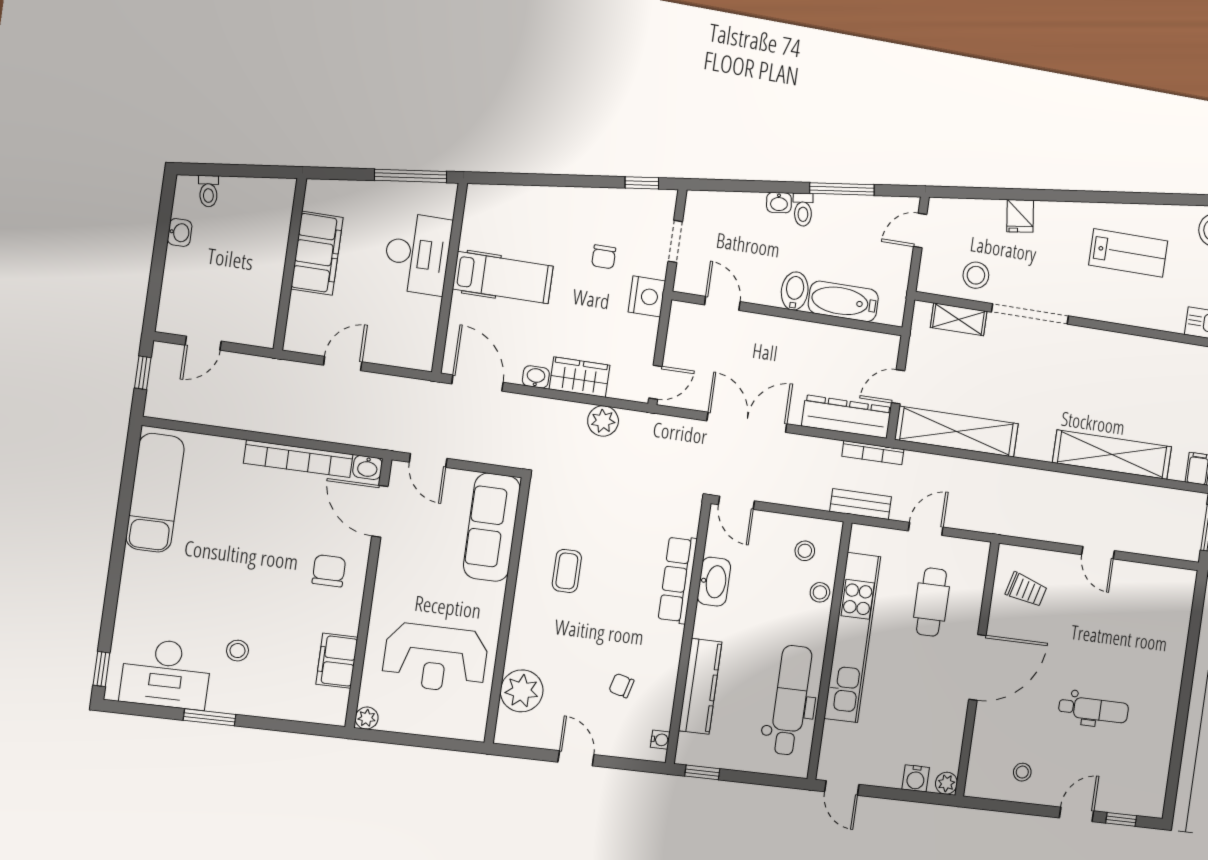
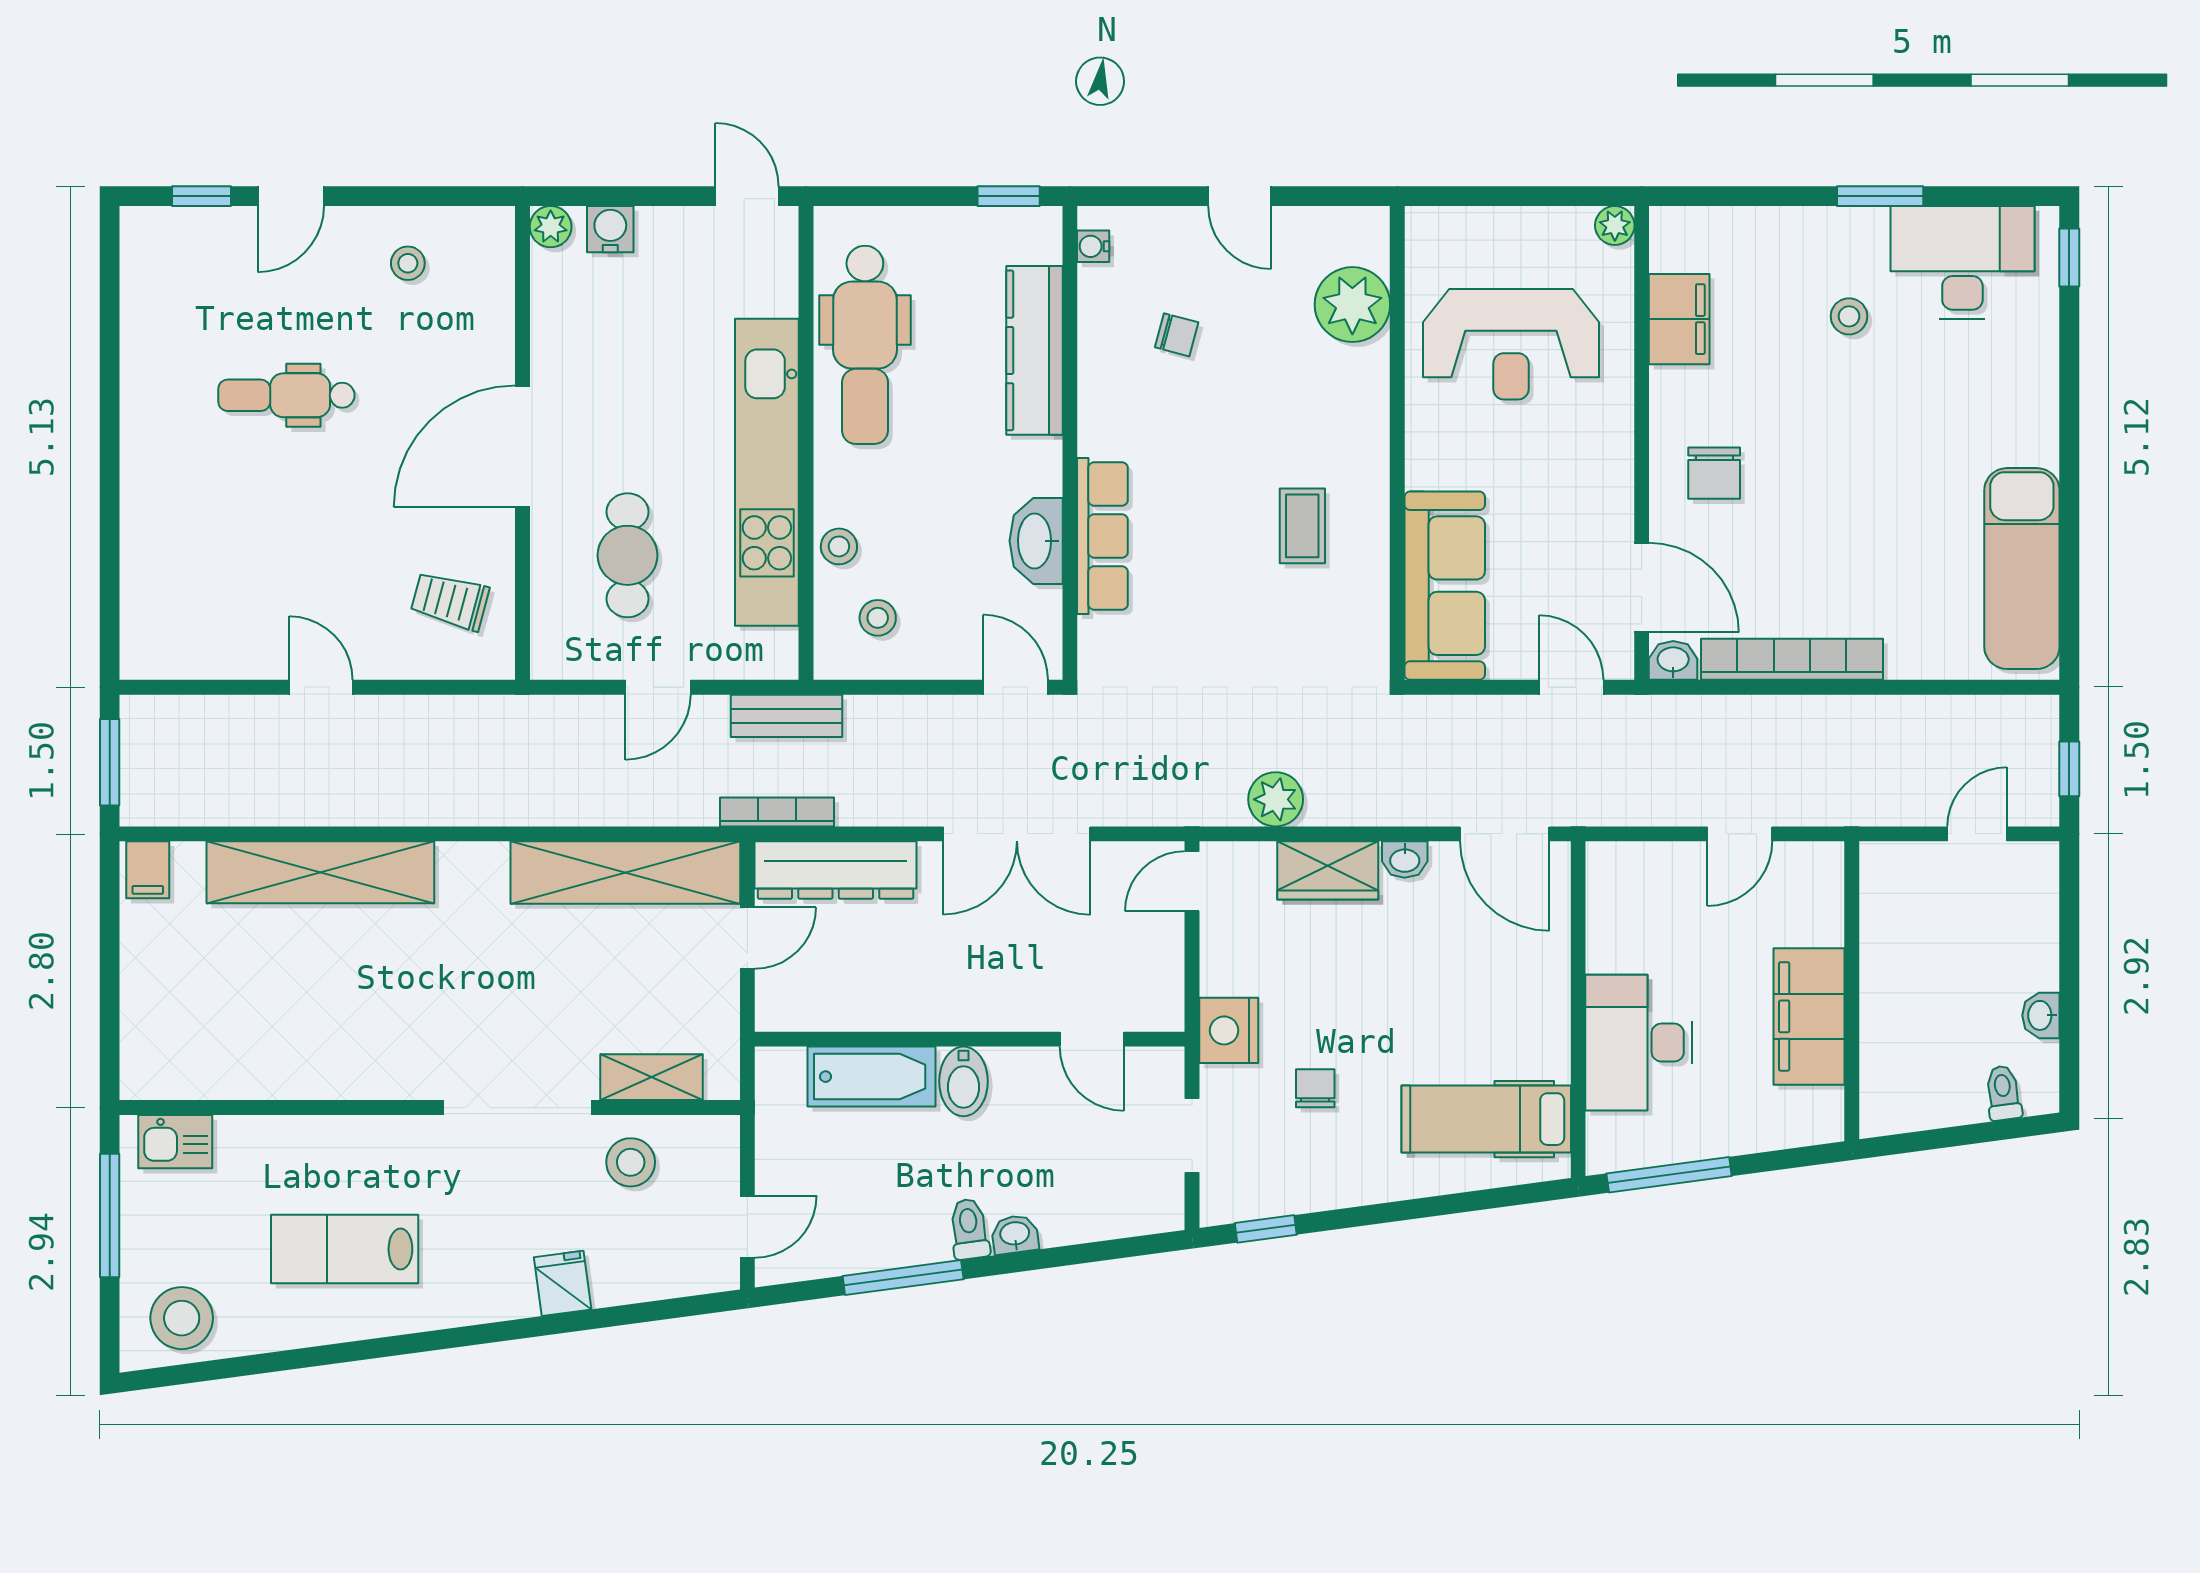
hospital bed: (503, 278) -> (1486, 1119), moved
reception desk: (435, 658) -> (1511, 344), turned 180

